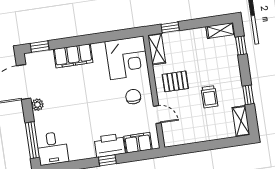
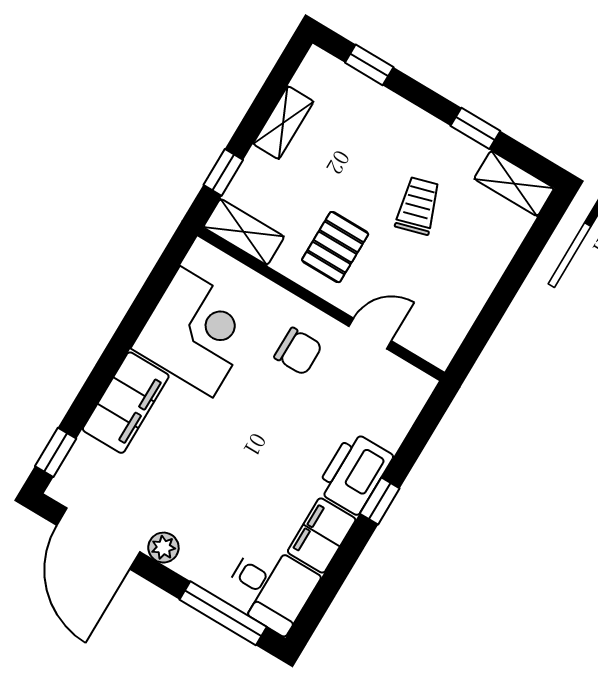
shelving: (220, 31) -> (283, 123), moved
corner desk: (127, 58) -> (196, 332), moved
chair: (133, 97) -> (298, 351), turned 180
trolley: (209, 97) -> (418, 206), turned -106
filing cabinet: (138, 143) -> (322, 535), moved

